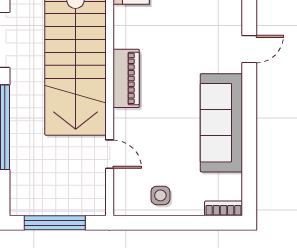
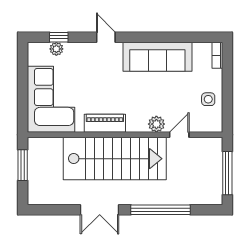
piano: (126, 78) -> (105, 123), moved
plant: (125, 121) -> (156, 124), added

